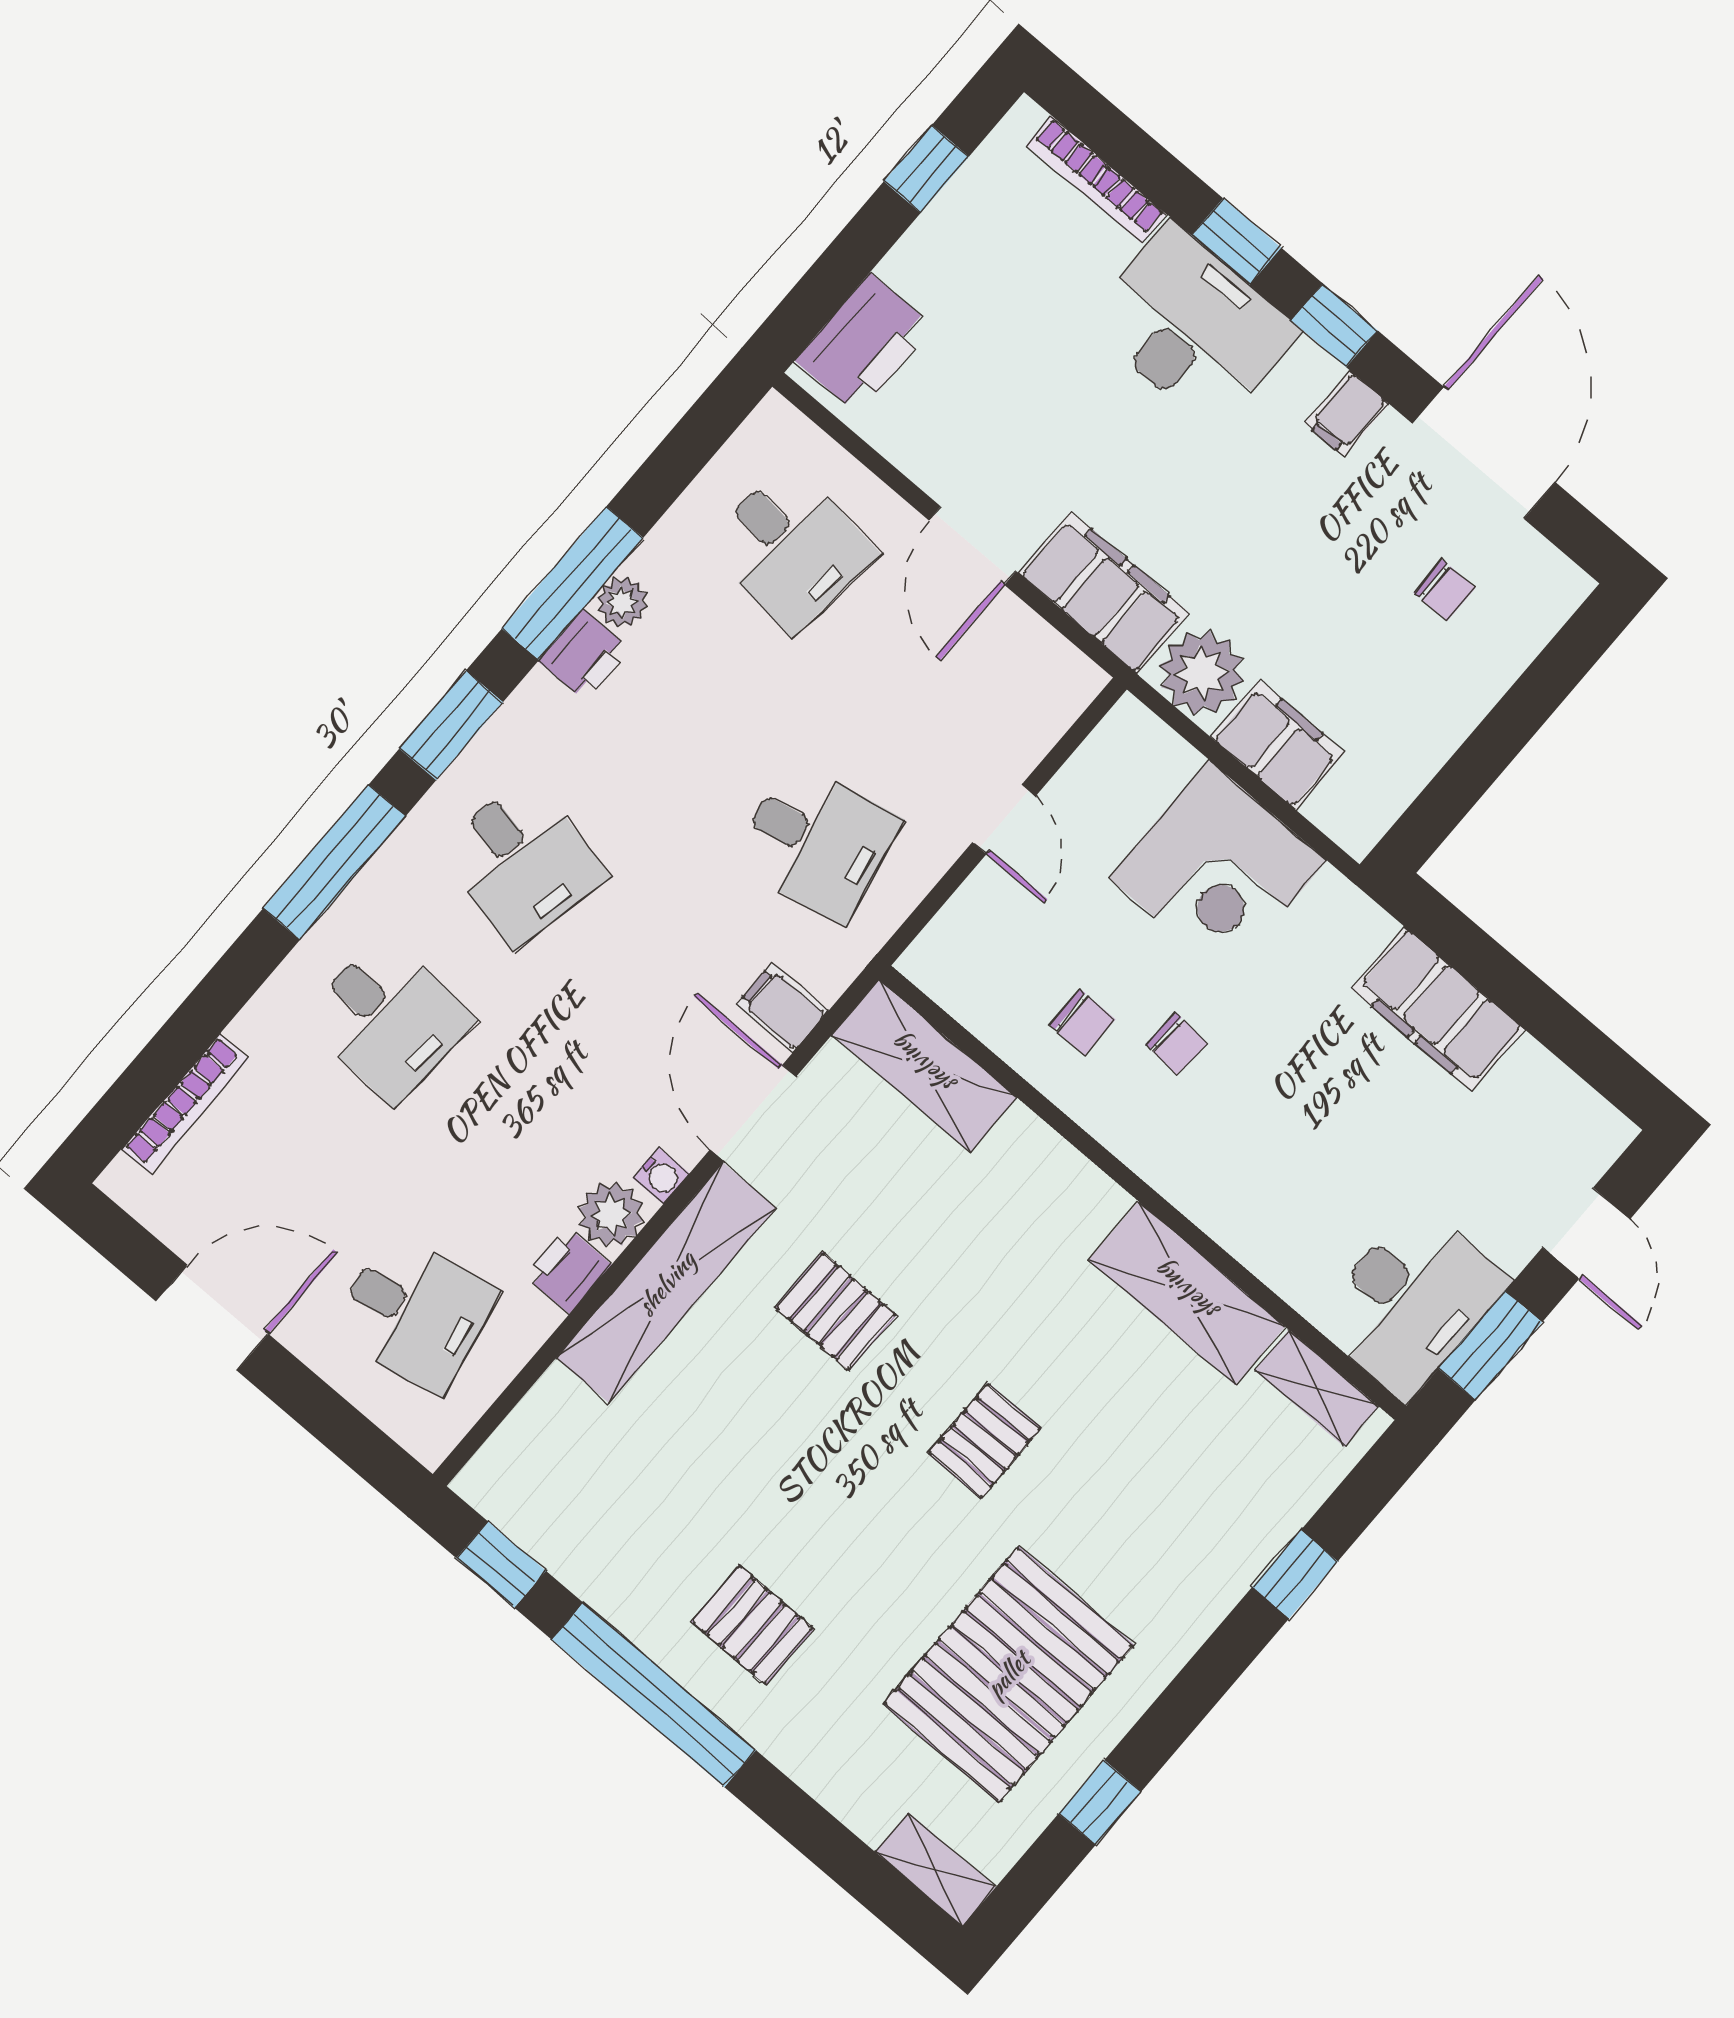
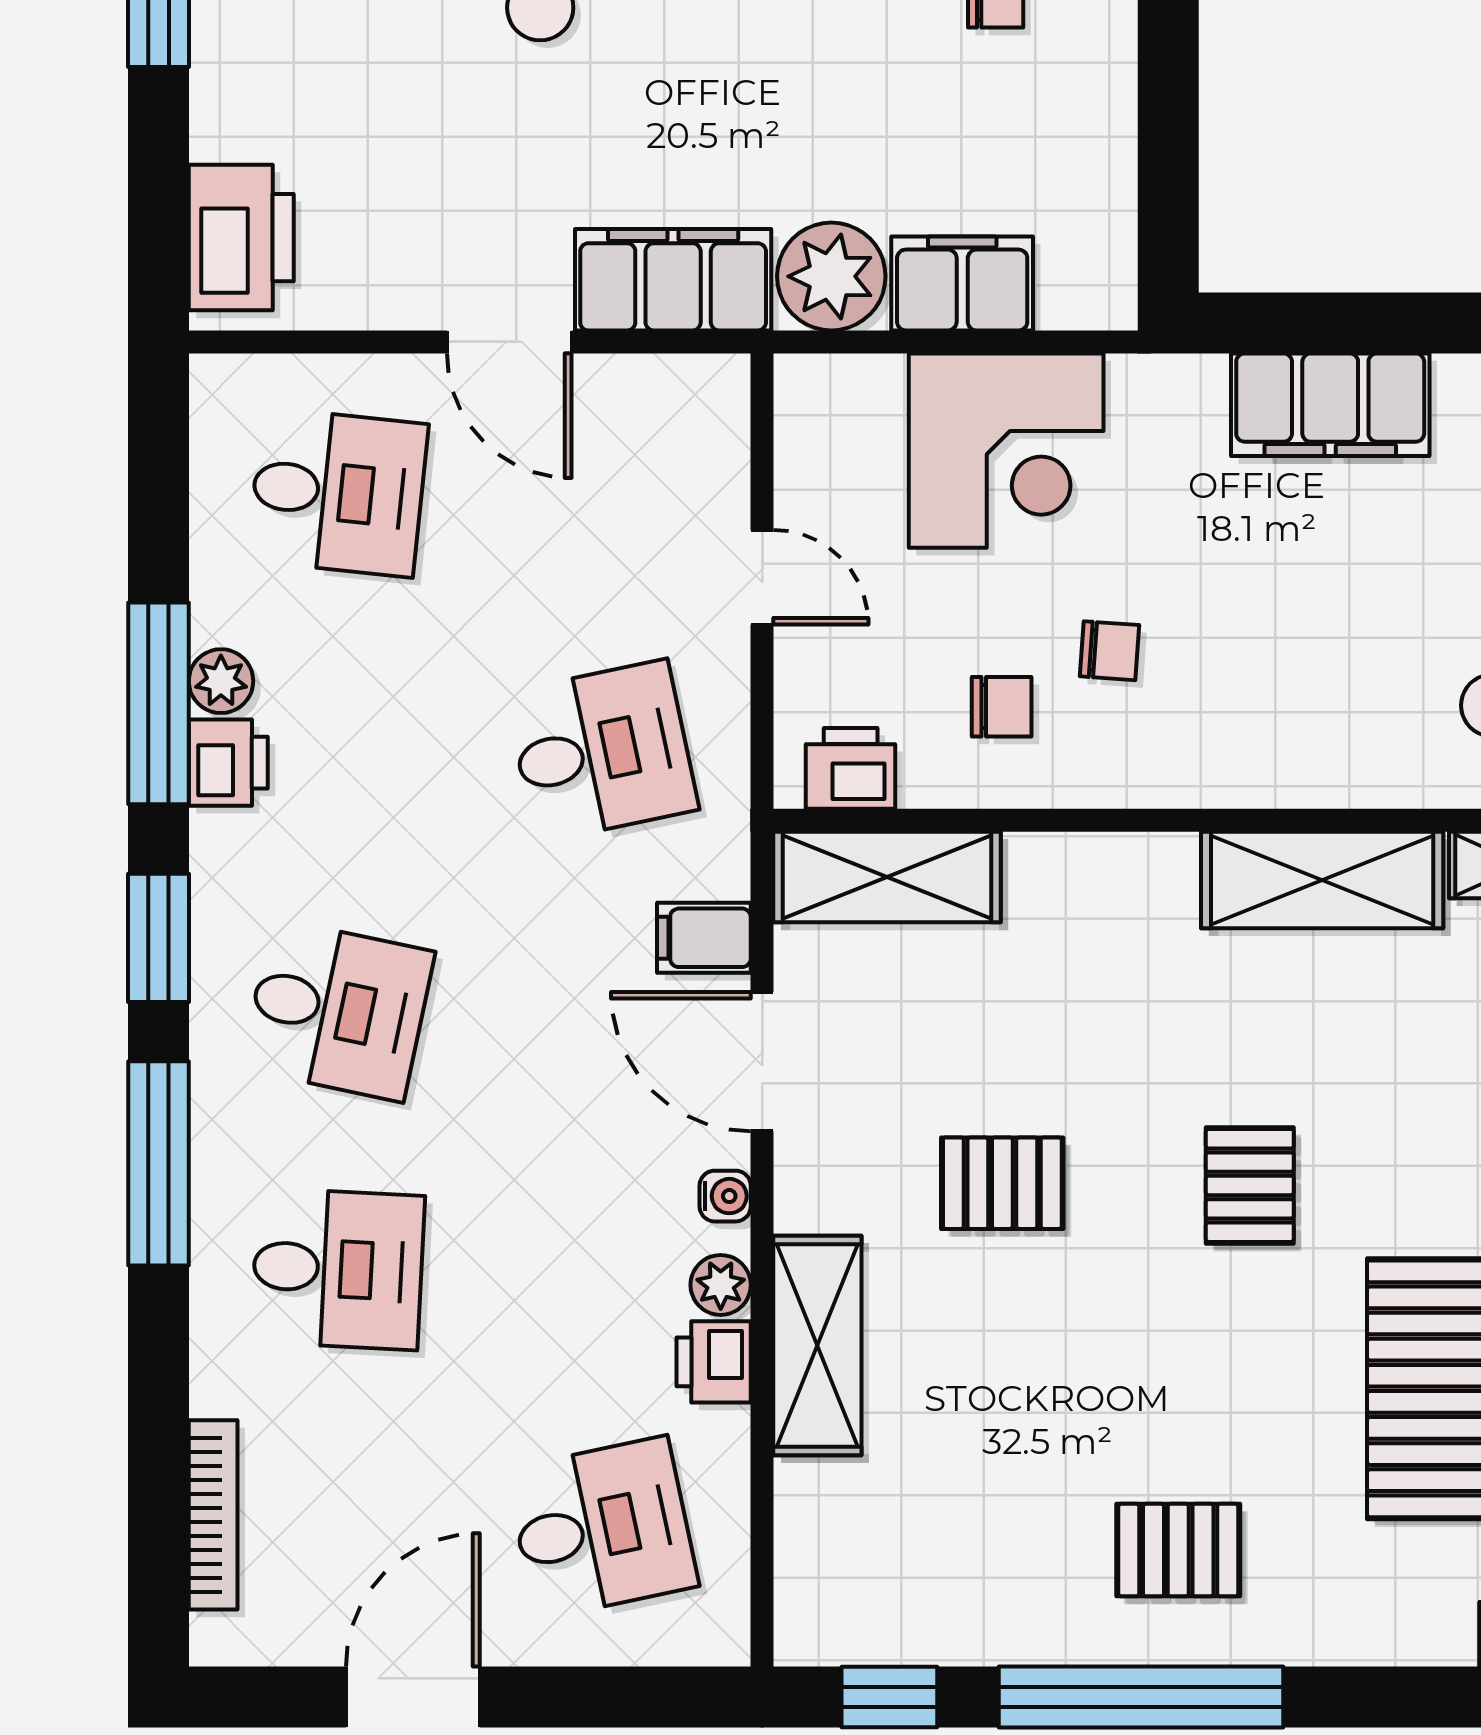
printer: (959, 981) -> (851, 768), added
plant: (611, 1214) -> (721, 1285), width x0.73, depth x0.73
shelving: (666, 1283) -> (817, 1345), width x0.68

